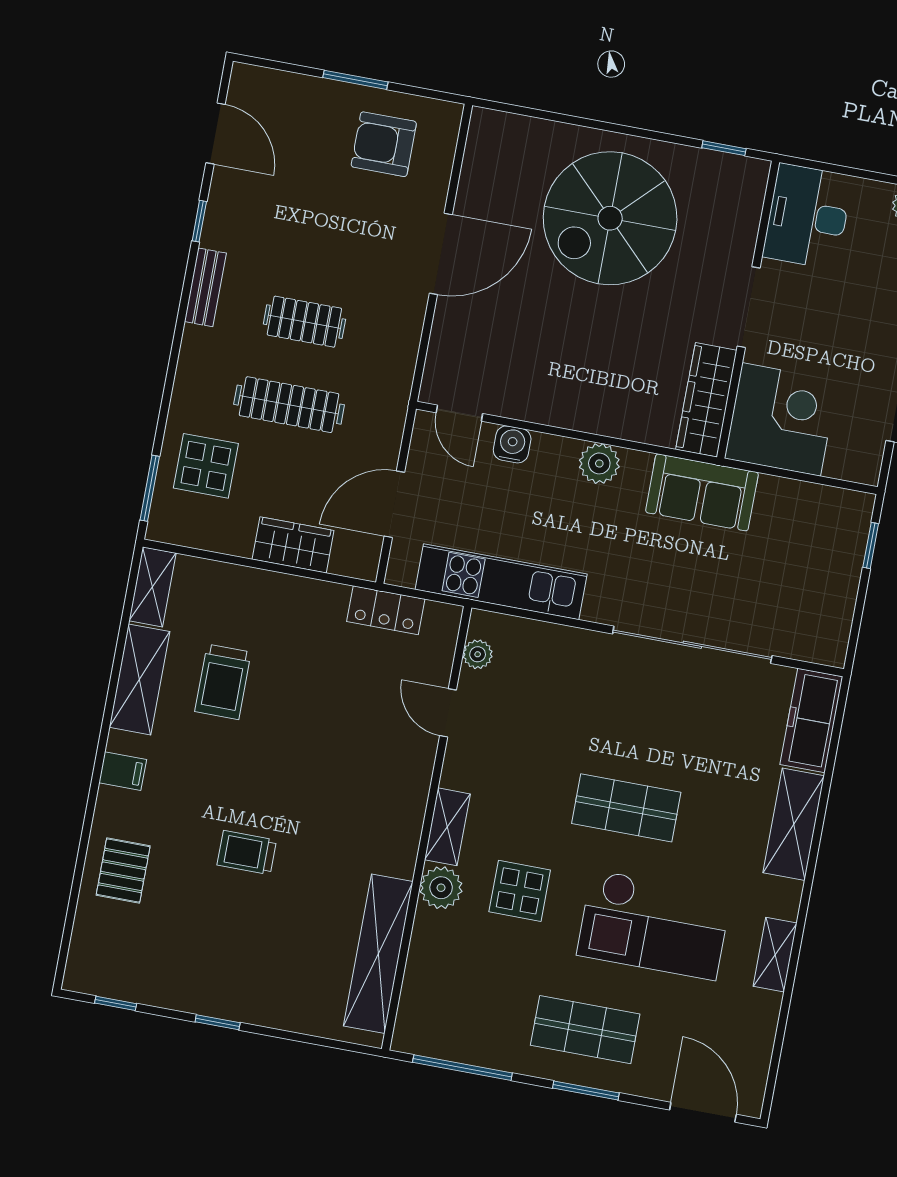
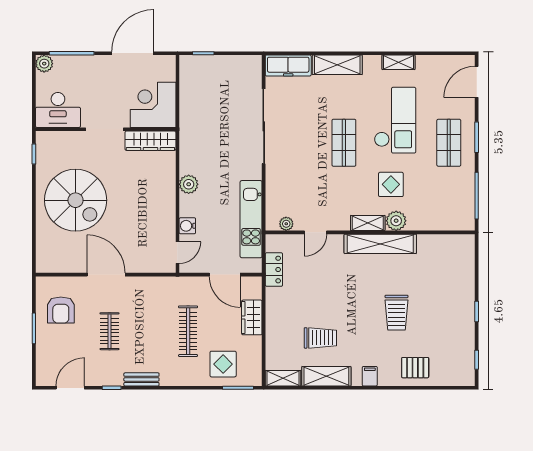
clothes rail: (304, 322) -> (110, 331), moved
sofa: (702, 492) -> (193, 135), removed
trolley: (247, 853) -> (396, 313), width x1.36, depth x1.39
shelving: (378, 954) -> (380, 244), moved

